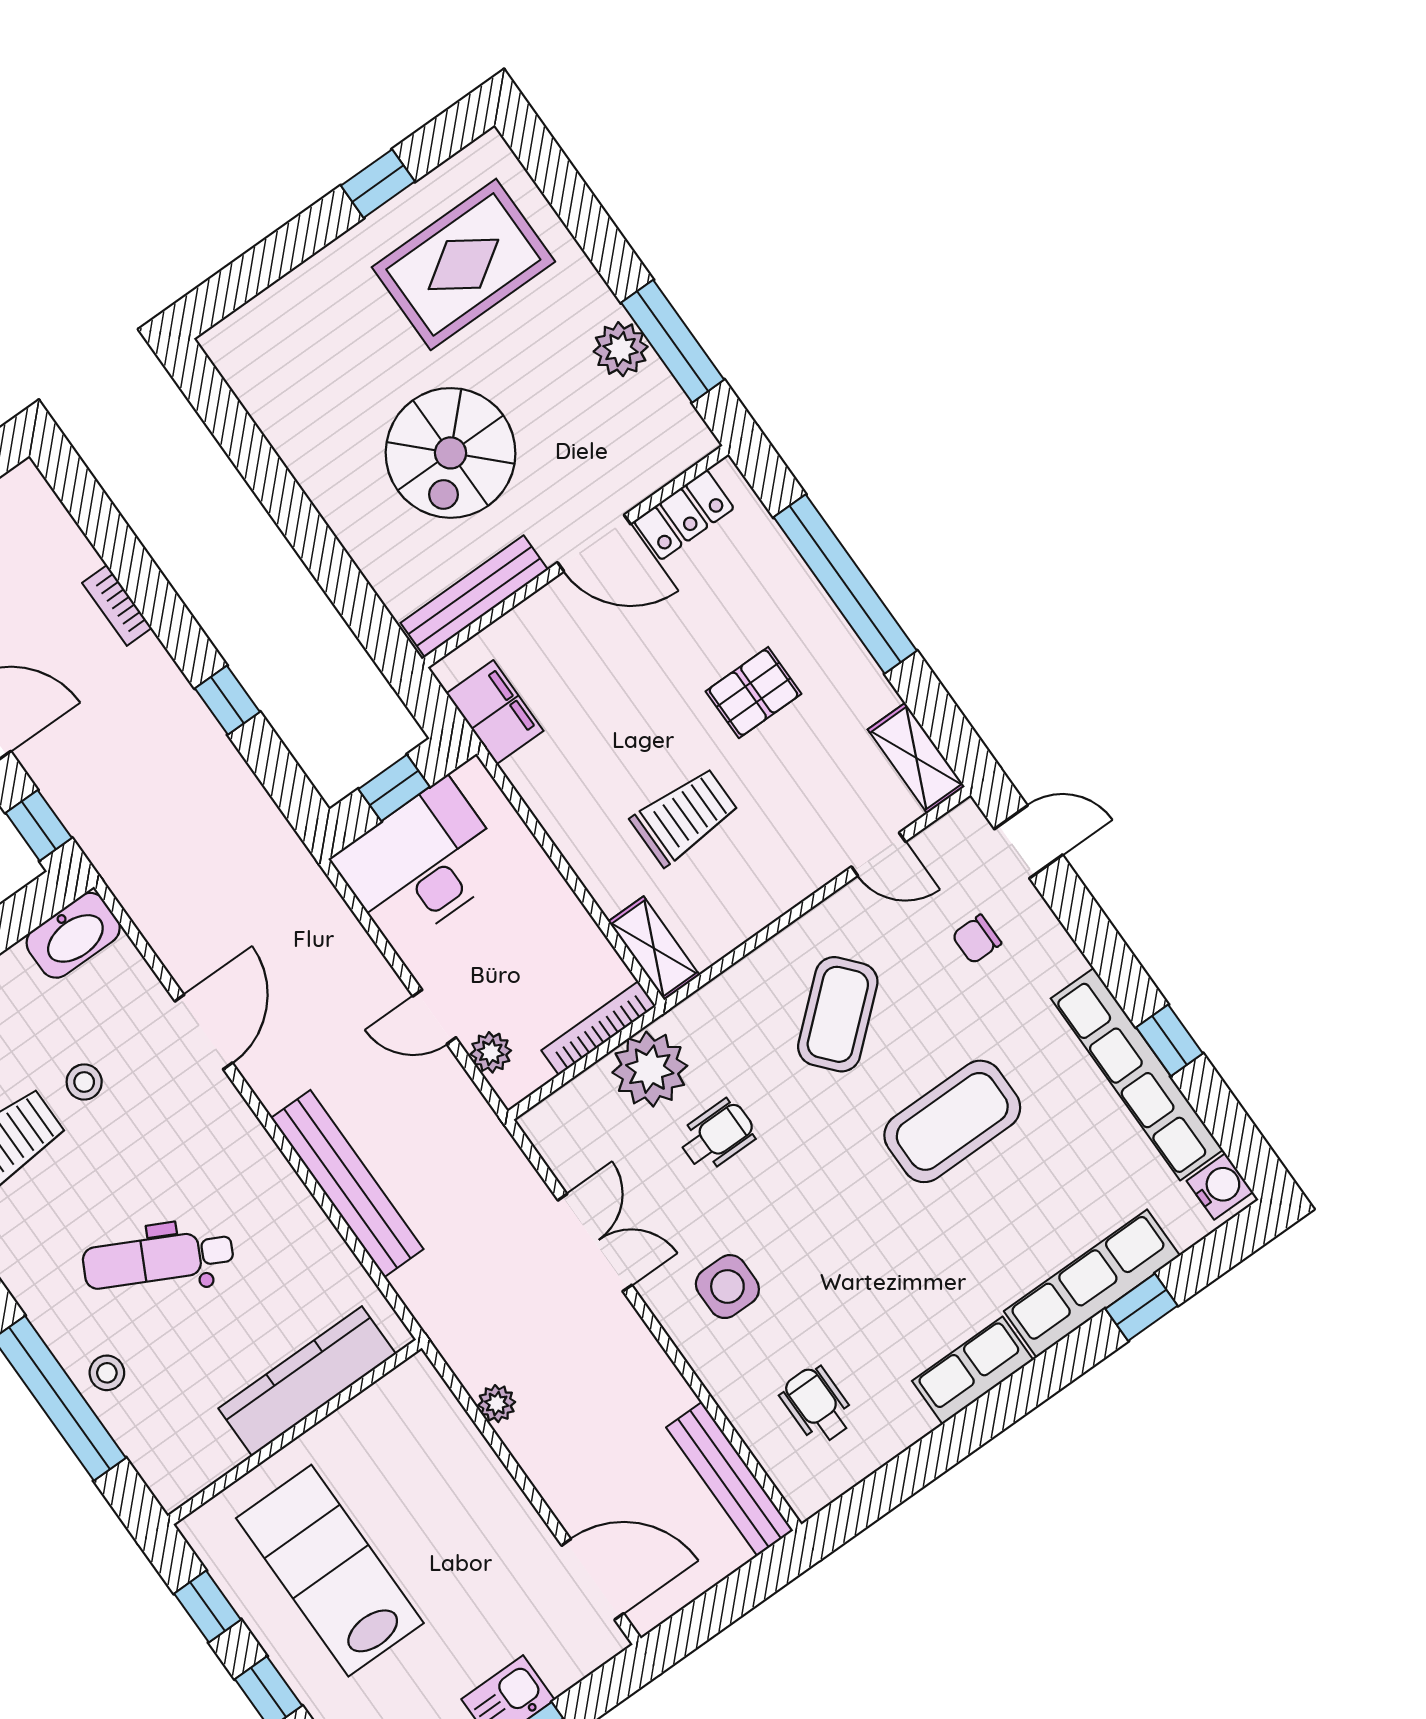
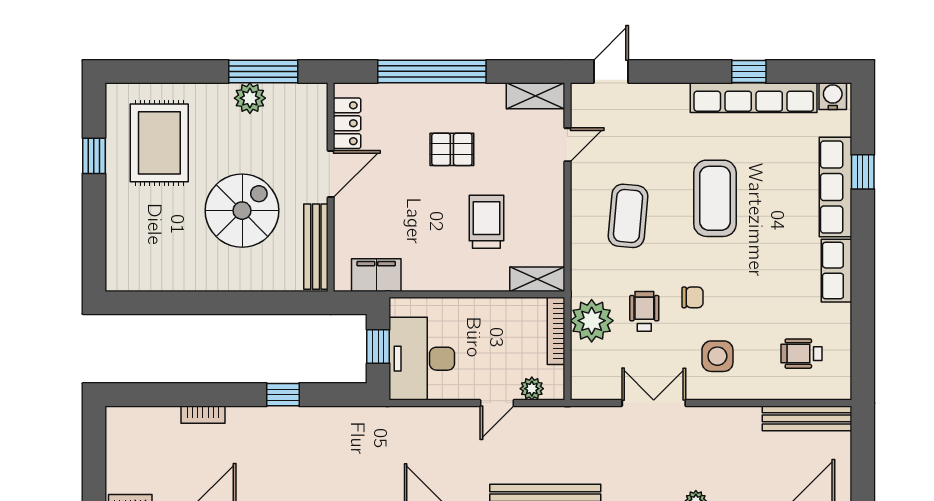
spiral stairs: (451, 453) -> (242, 211), turned -90
pallet: (754, 693) -> (452, 149), turned 90
chair: (977, 939) -> (692, 297), moved, turned -90
coffee table: (838, 1014) -> (628, 216), turned 46

